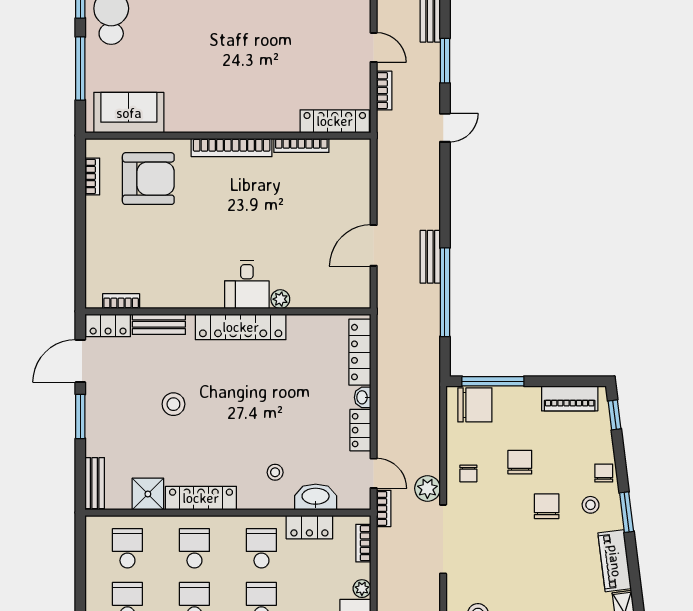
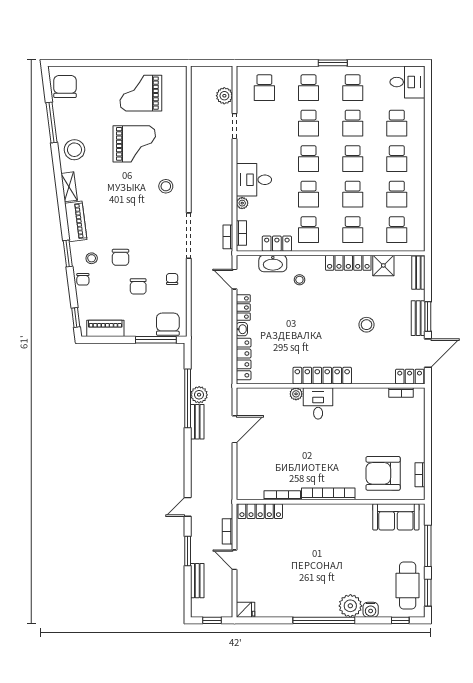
bench: (159, 324) -> (418, 318), moved, turned 90
chair: (475, 405) -> (168, 324), turned 90
plant: (427, 488) -> (199, 395), moved
bookcase: (384, 508) -> (228, 237), moved

